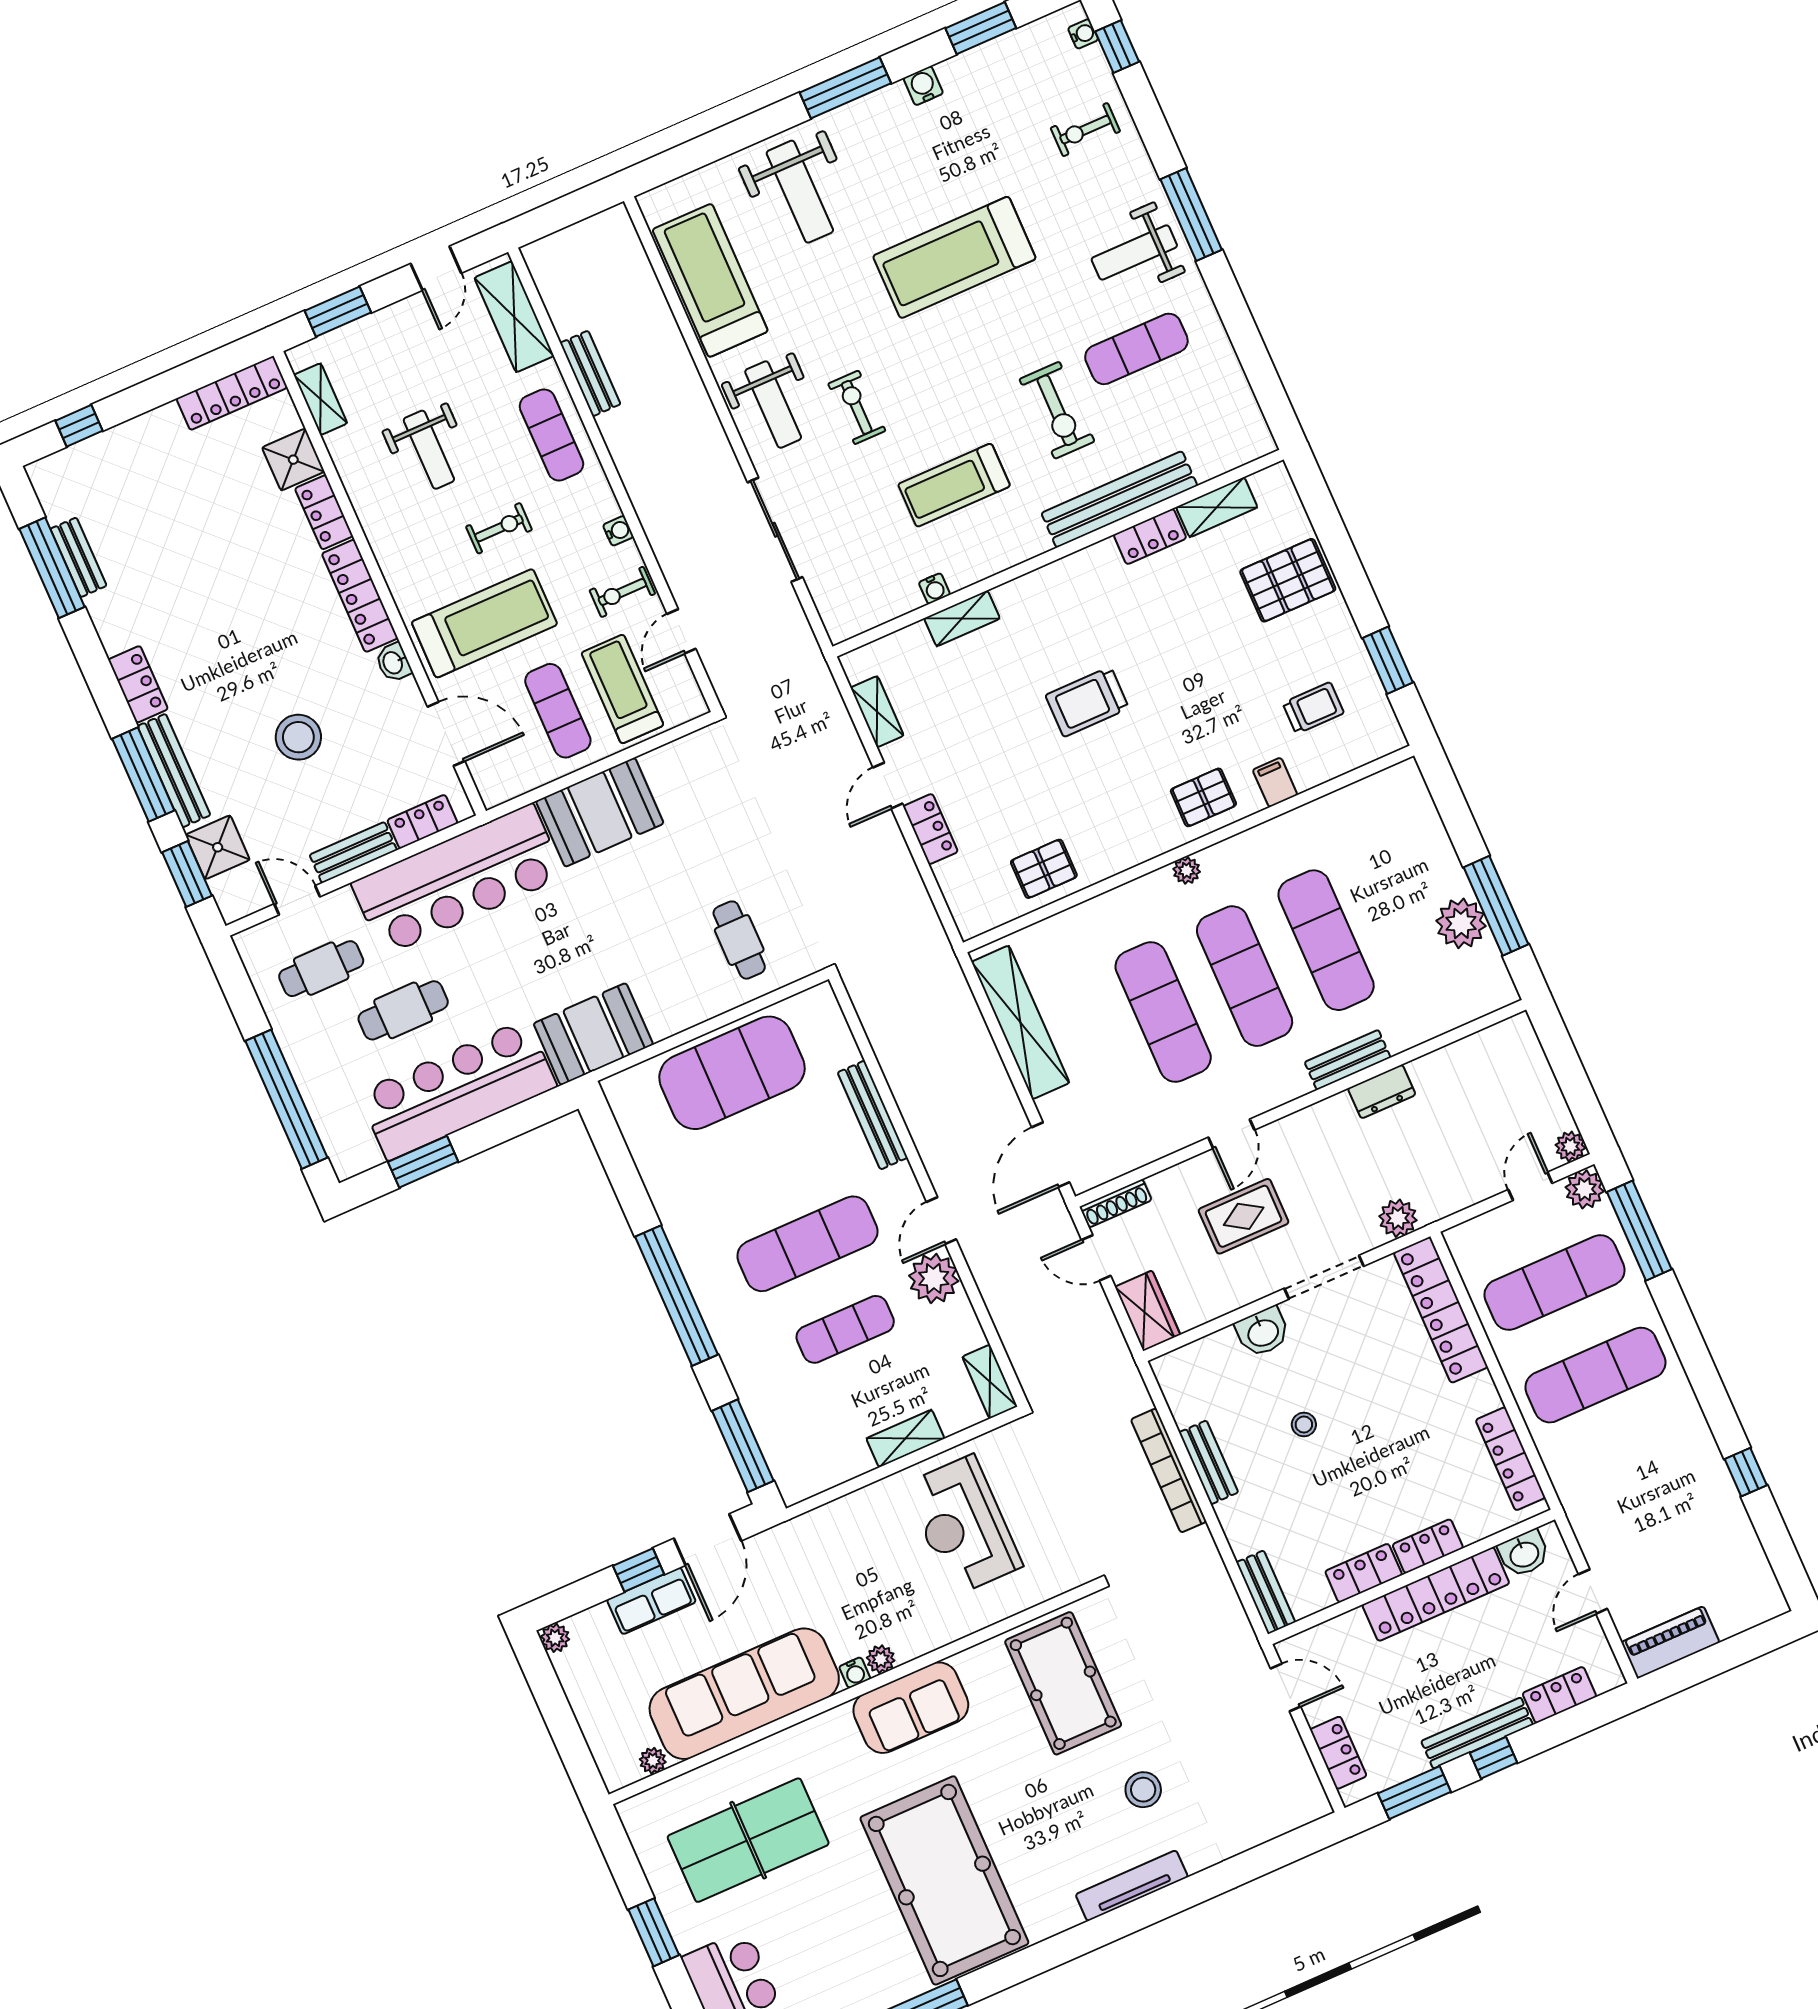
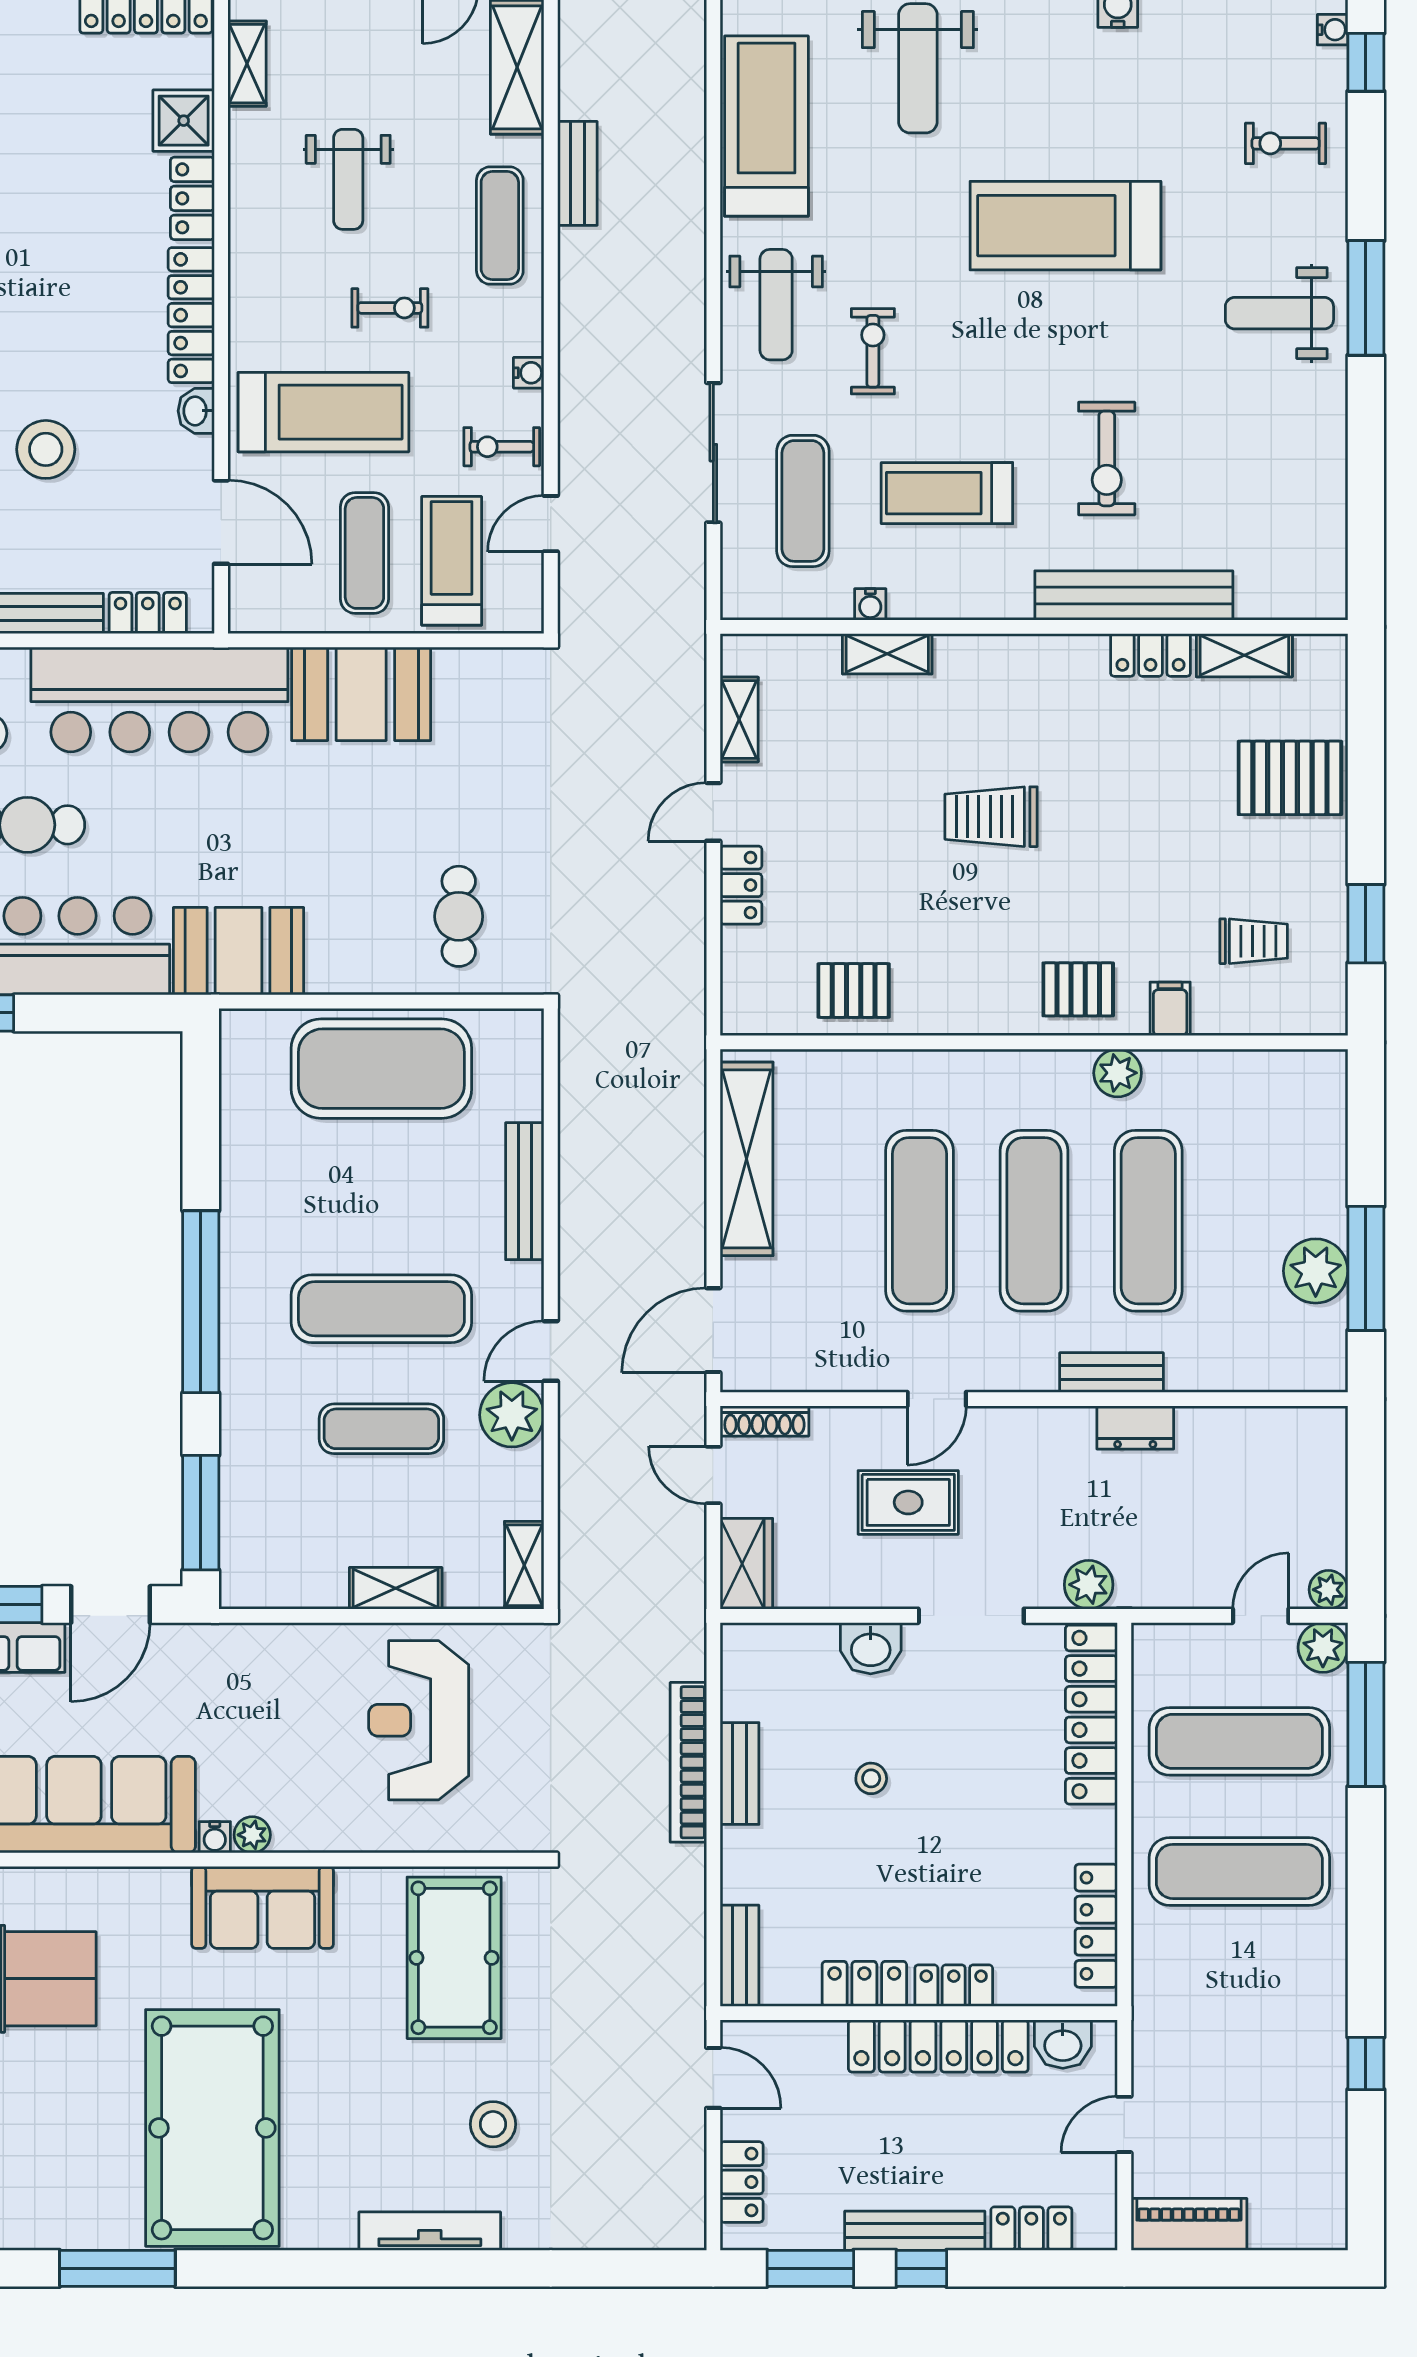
exercise mat: (1136, 349) -> (803, 501), moved, turned 90
plant: (1187, 870) -> (1118, 1073), moved, width x1.38, depth x1.38

